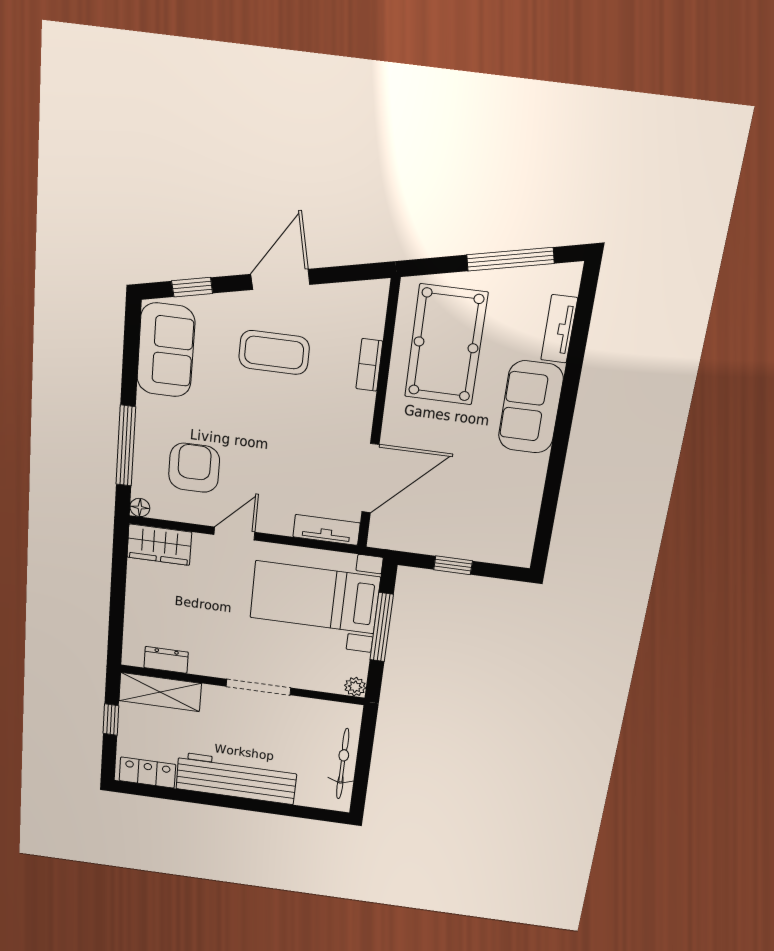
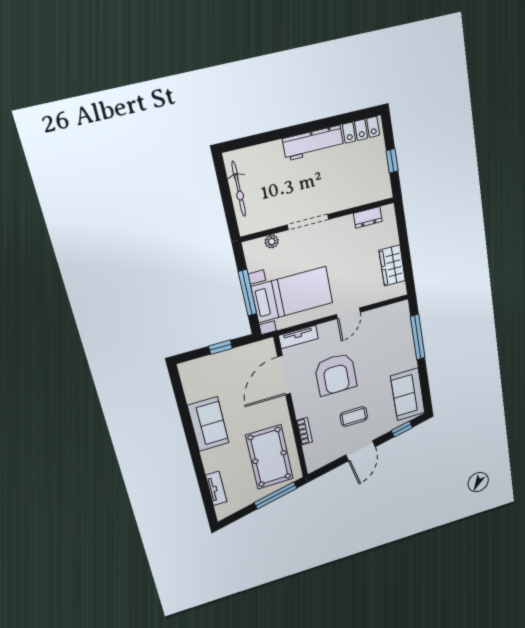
window: (510, 259) -> (275, 496), moved
coffee table: (274, 352) -> (354, 416), width x0.73, depth x0.77
sofa: (531, 407) -> (208, 424), moved
armchair: (194, 468) -> (336, 374), moved, width x1.36, depth x1.36
floor lamp: (140, 507) -> (403, 306), removed
wardrobe: (159, 545) -> (392, 266), moved, turned -90
plant: (355, 687) -> (272, 241), moved
shelving: (160, 692) -> (366, 193), removed
workbench: (236, 778) -> (313, 143), width x0.73, depth x0.76

